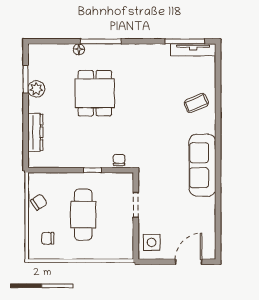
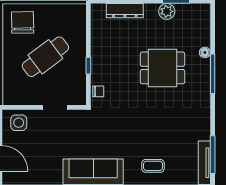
coffee table: (196, 103) -> (153, 166), turned -67
chair: (39, 202) -> (57, 14), removed
cafe table: (83, 215) -> (45, 57), turned -37
chair: (48, 238) -> (23, 22), width x1.87, depth x1.87

